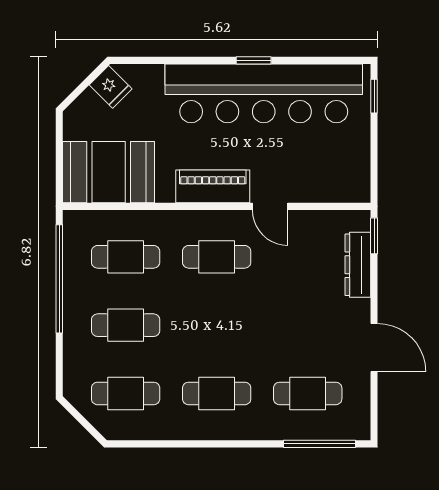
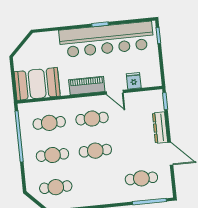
fridge: (111, 87) -> (134, 81), moved, turned -135
dresser: (358, 265) -> (160, 128), moved
cafe table: (217, 393) -> (95, 151), moved

